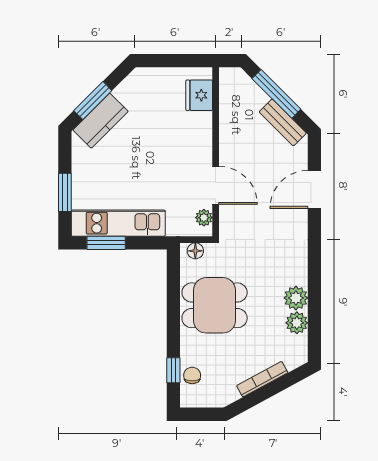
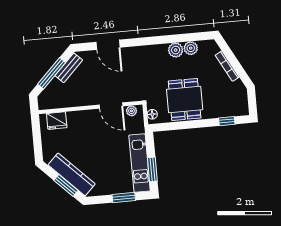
kitchen counter: (101, 121) -> (72, 174), width x1.50
door: (216, 185) -> (111, 105), swing flipped
chair: (192, 375) -> (229, 109), removed

